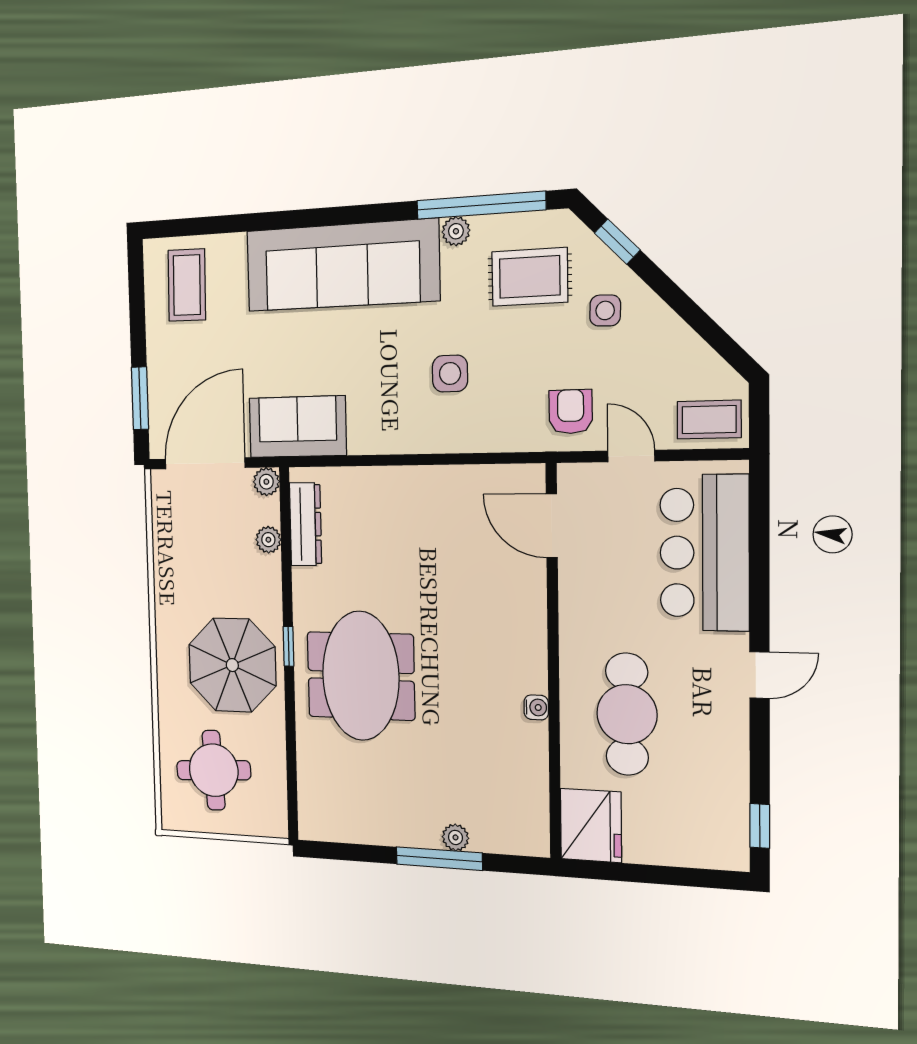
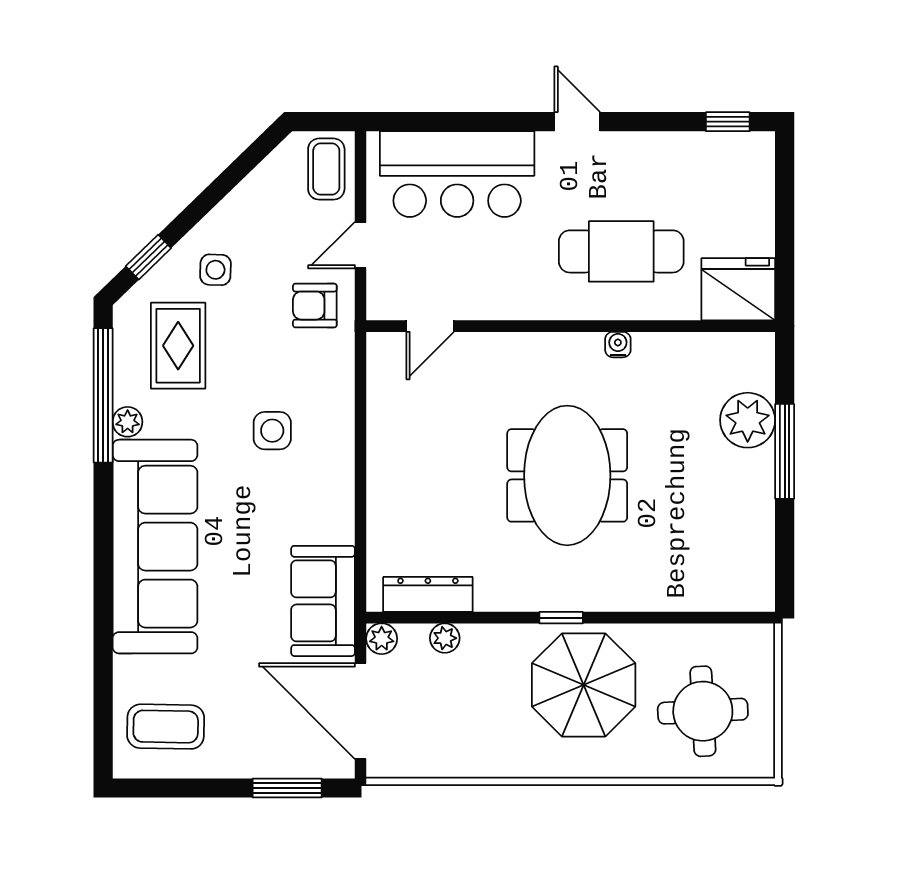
door: (552, 526) -> (430, 326), width x0.73
meeting table: (361, 676) -> (567, 475), moved, turned 90
plant: (455, 837) -> (748, 420), width x1.87, depth x1.87

